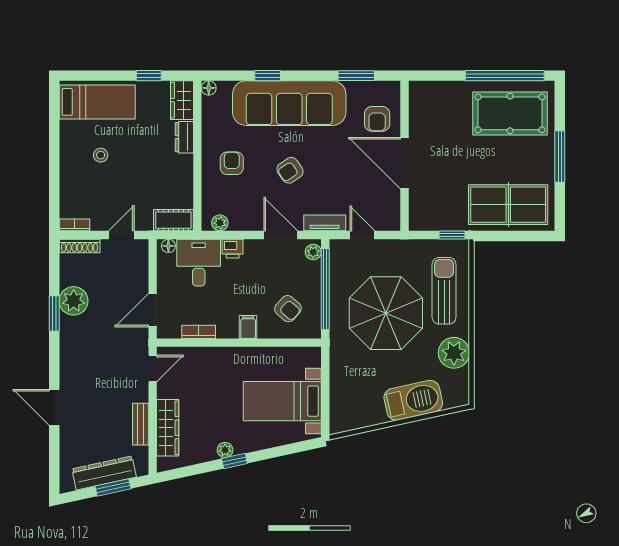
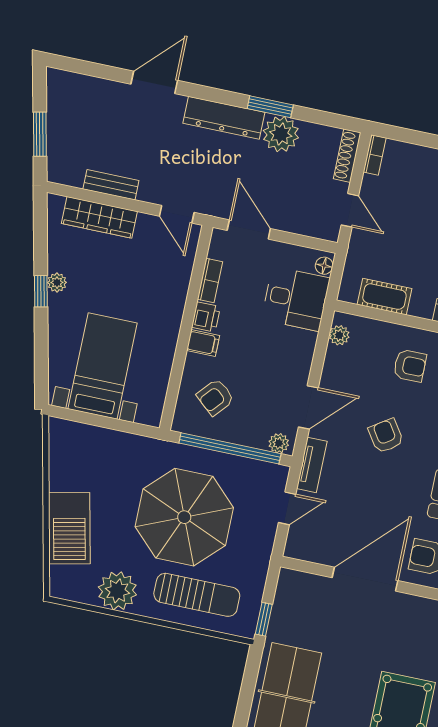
cot: (173, 220) -> (384, 297), moved, turned 90
printer: (233, 249) -> (206, 317), moved, turned 180
dresser: (104, 473) -> (224, 118), moved, turned 102

